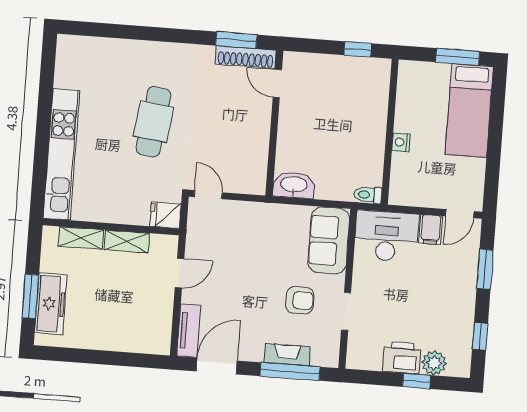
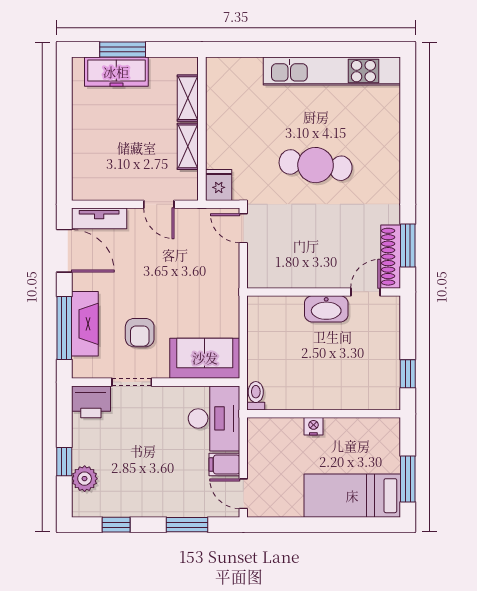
kitchen unit: (61, 154) -> (332, 71), moved
washbasin: (294, 185) -> (326, 309), moved, turned 90
door: (208, 195) -> (243, 228), swing flipped
fireplace: (287, 355) -> (85, 324), width x1.37, depth x1.32
printer: (402, 358) -> (91, 402), moved, turned 90

